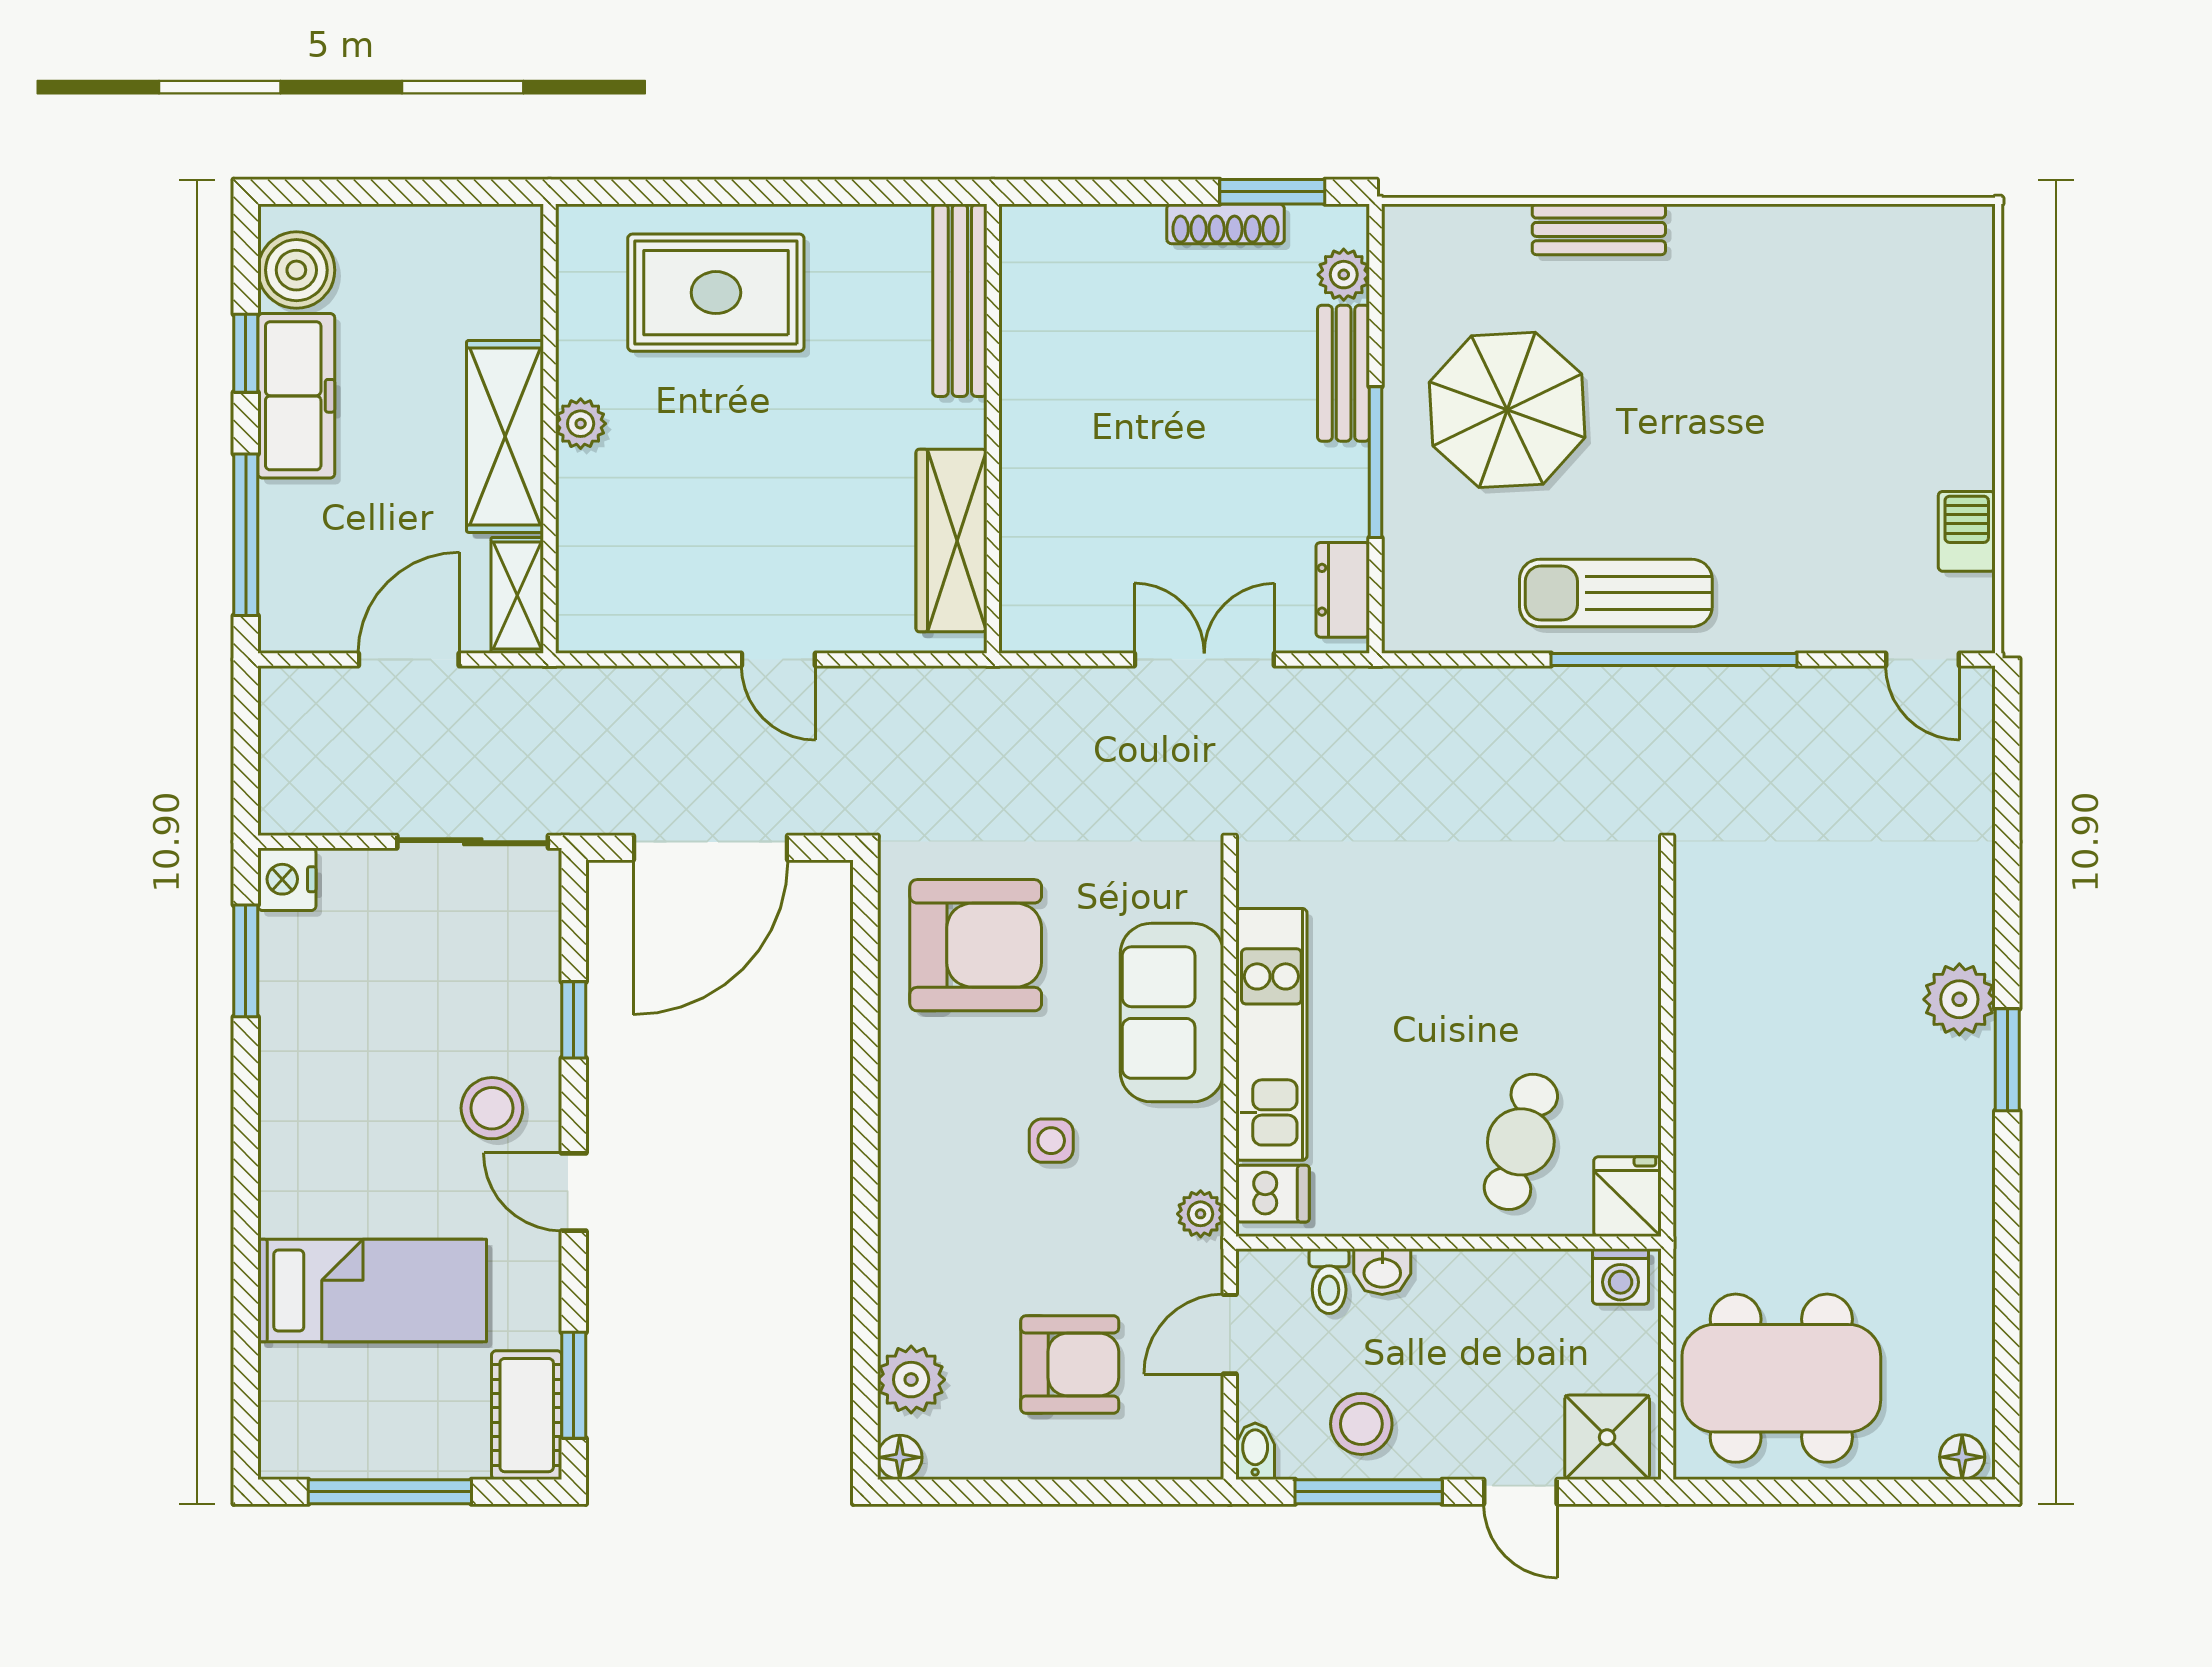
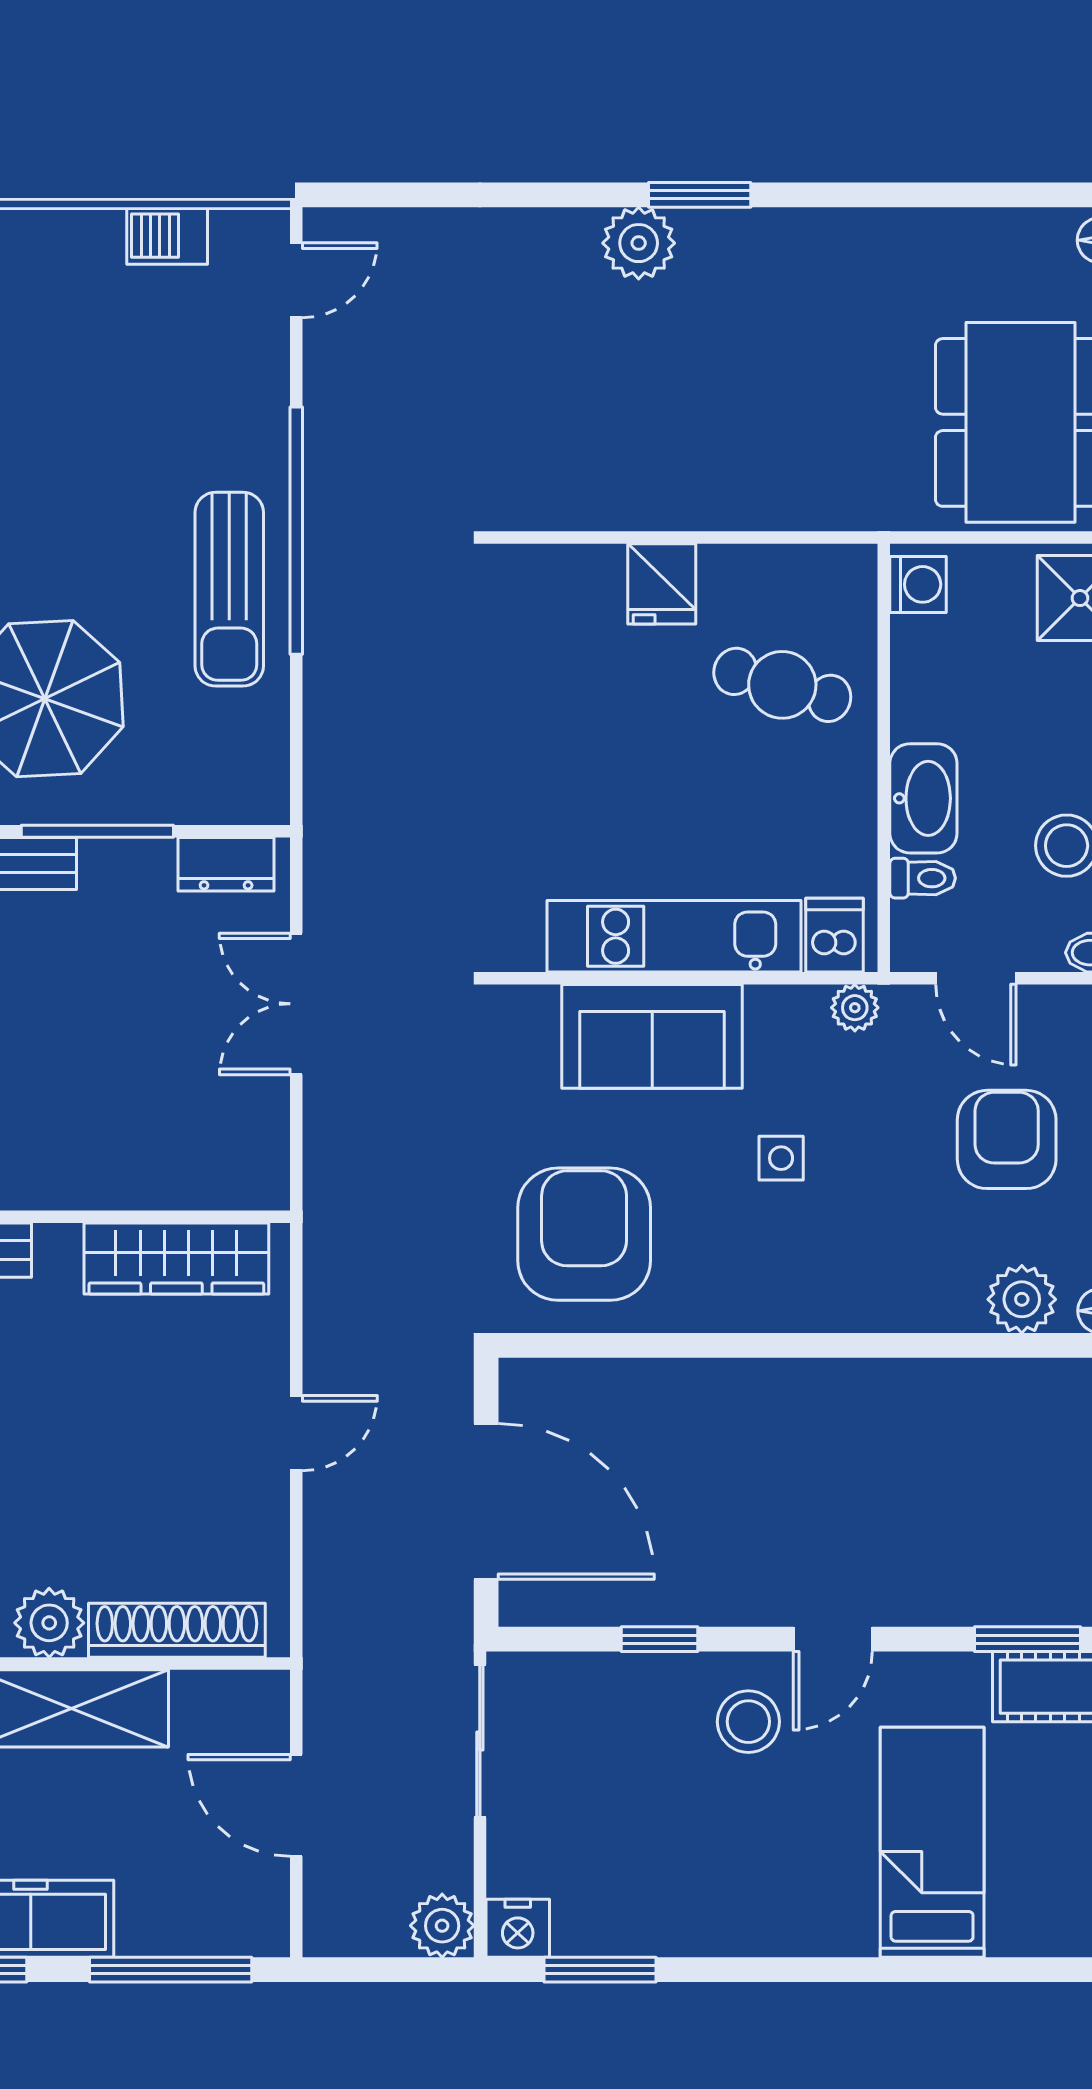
plant: (581, 424) -> (49, 1623), width x1.38, depth x1.38
shoe rack: (583, 541) -> (177, 1630), added
shelving: (517, 595) -> (232, 1696), removed
plant: (289, 804) -> (442, 1926), added
fridge: (1627, 1197) -> (662, 584), moved, turned -90
washbasin: (1382, 1272) -> (923, 798), width x1.91, depth x1.45

